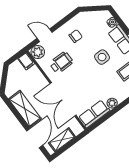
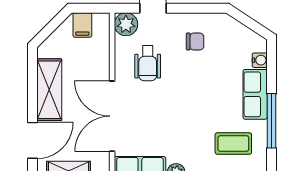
side table: (102, 57) -> (210, 98), removed
filing cabinet: (26, 61) -> (82, 25), moved
wheelchair: (61, 63) -> (148, 63), turned 90

